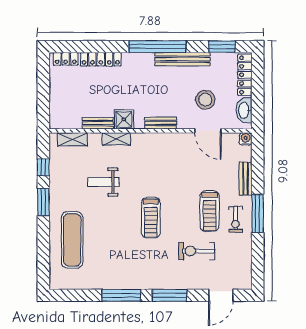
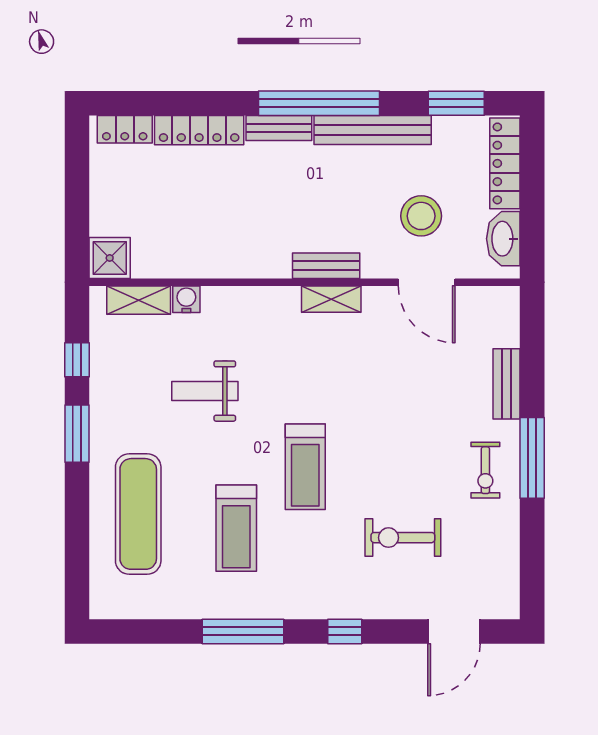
shower: (124, 119) -> (110, 258), moved
bench: (98, 123) -> (279, 128), moved
shelving: (116, 139) -> (331, 299), moved
water cooler: (246, 139) -> (186, 299), moved
treadmill: (210, 211) -> (236, 528), moved
window: (169, 295) -> (345, 631), width x0.46

